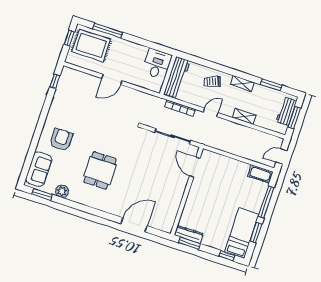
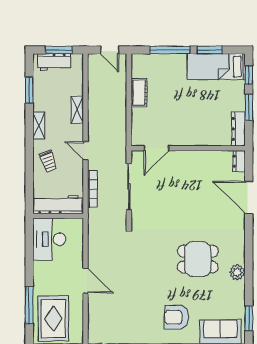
desk: (157, 64) -> (49, 239), width x1.37
cot: (260, 174) -> (139, 93), moved
plant: (62, 191) -> (237, 272), moved
dresser: (164, 227) -> (239, 161), added
window: (189, 243) -> (249, 107), moved

